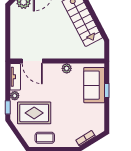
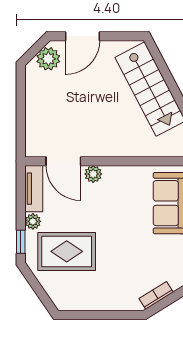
plant: (67, 68) -> (93, 174), moved
coffee table: (45, 138) -> (85, 295), removed

